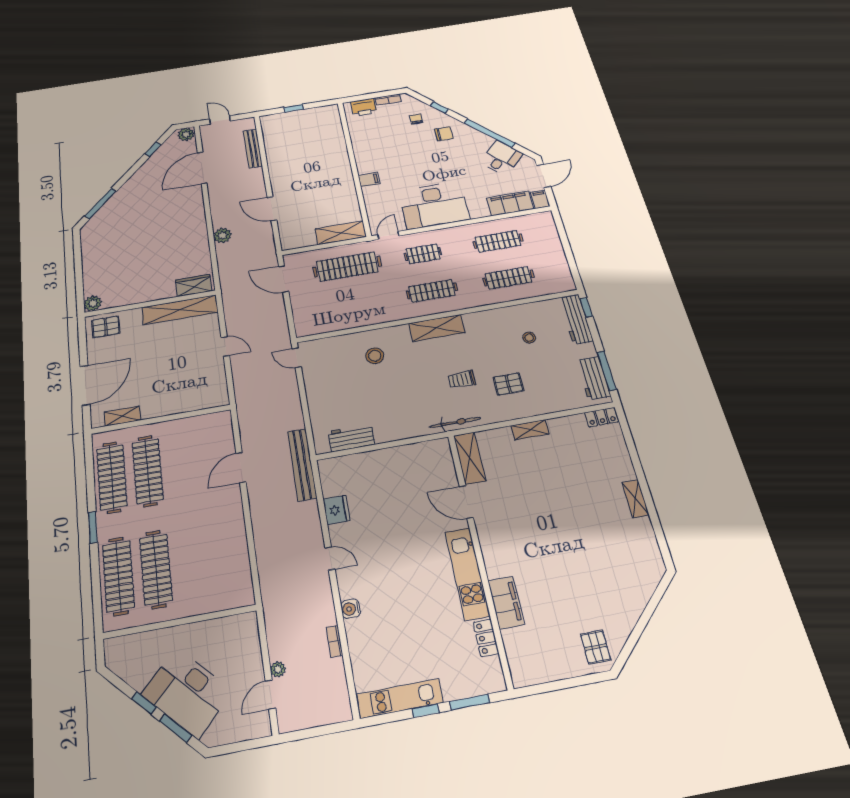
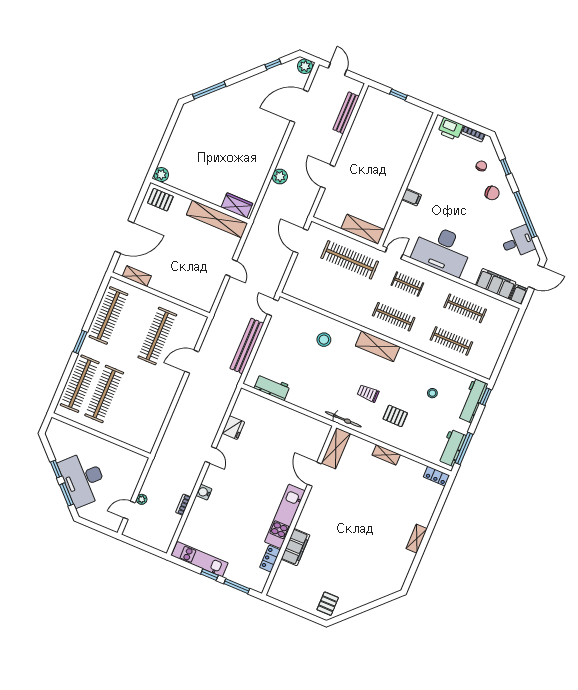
bench: (302, 464) -> (247, 346), moved
clothes rail: (148, 471) -> (157, 336), moved

